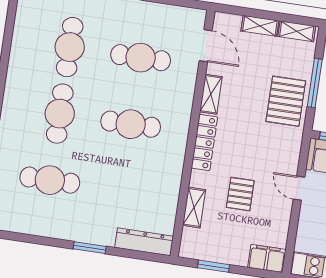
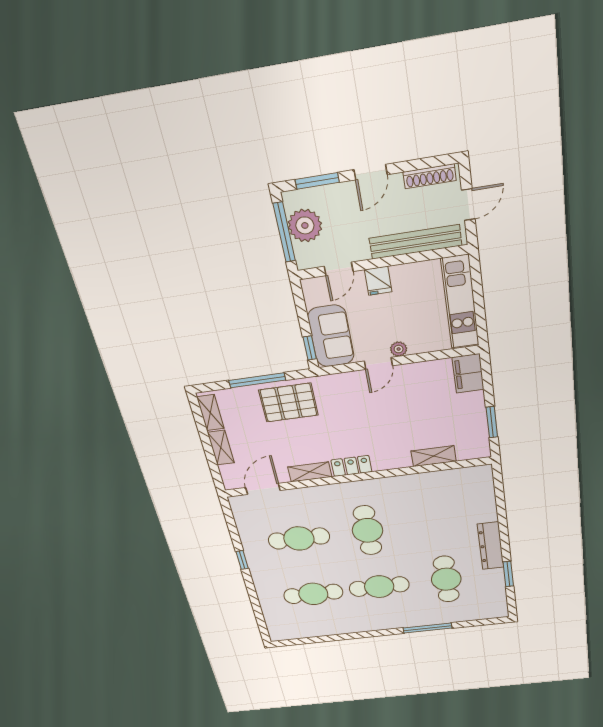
cafe table: (141, 58) -> (299, 539), turned 90
locker: (204, 142) -> (351, 466), width x0.66
pallet: (240, 194) -> (405, 418), removed
plant: (307, 208) -> (399, 349), added
dresser: (144, 242) -> (491, 546), moved
window: (90, 248) -> (508, 574), moved

